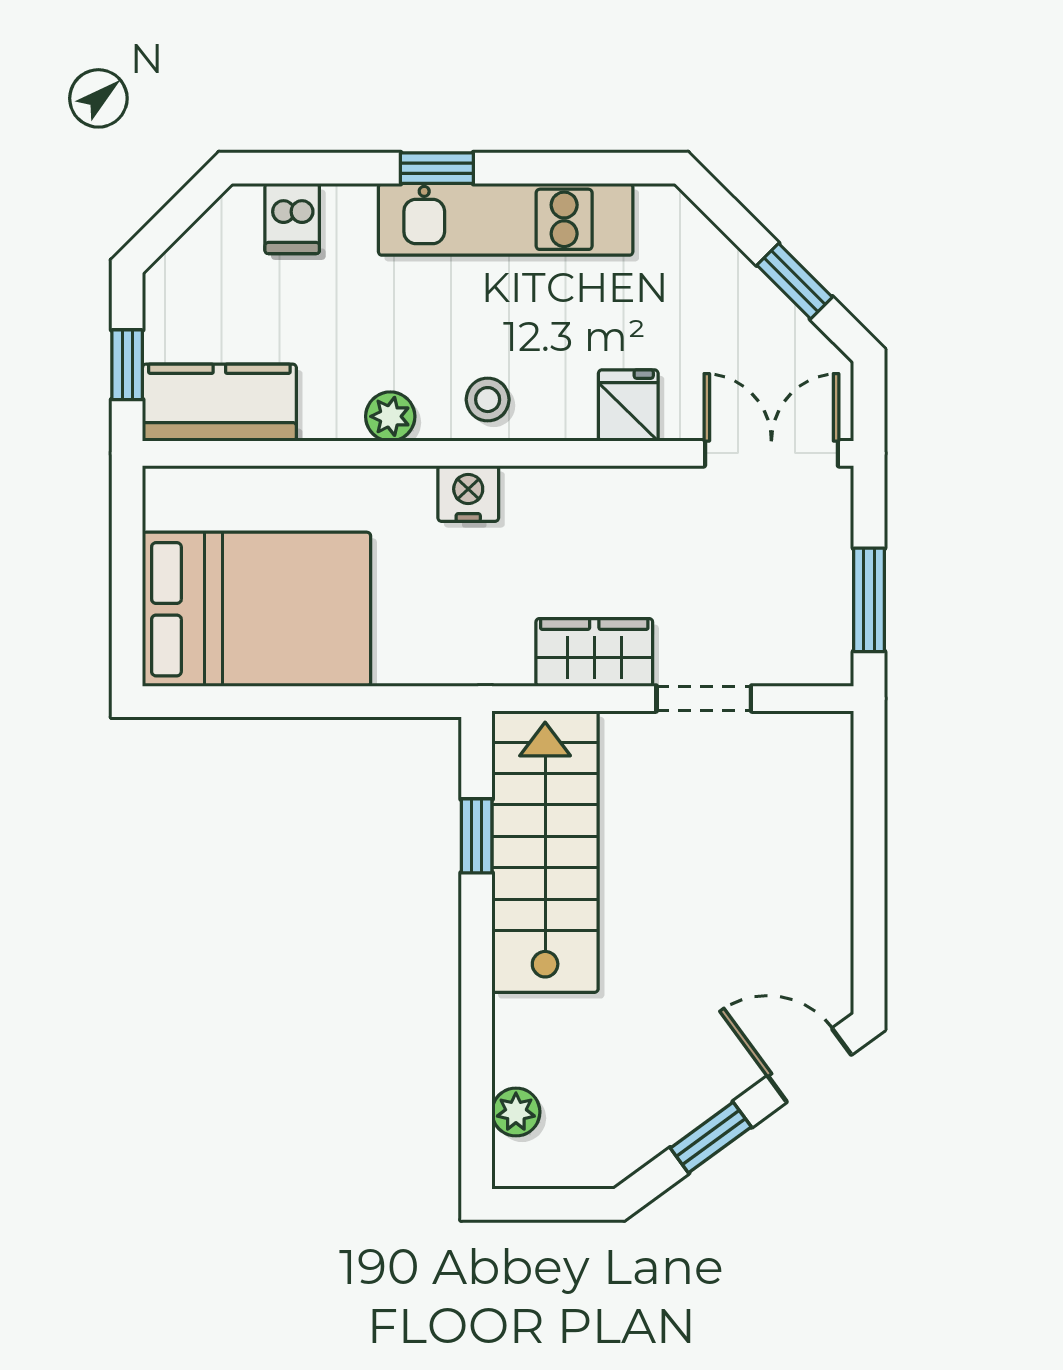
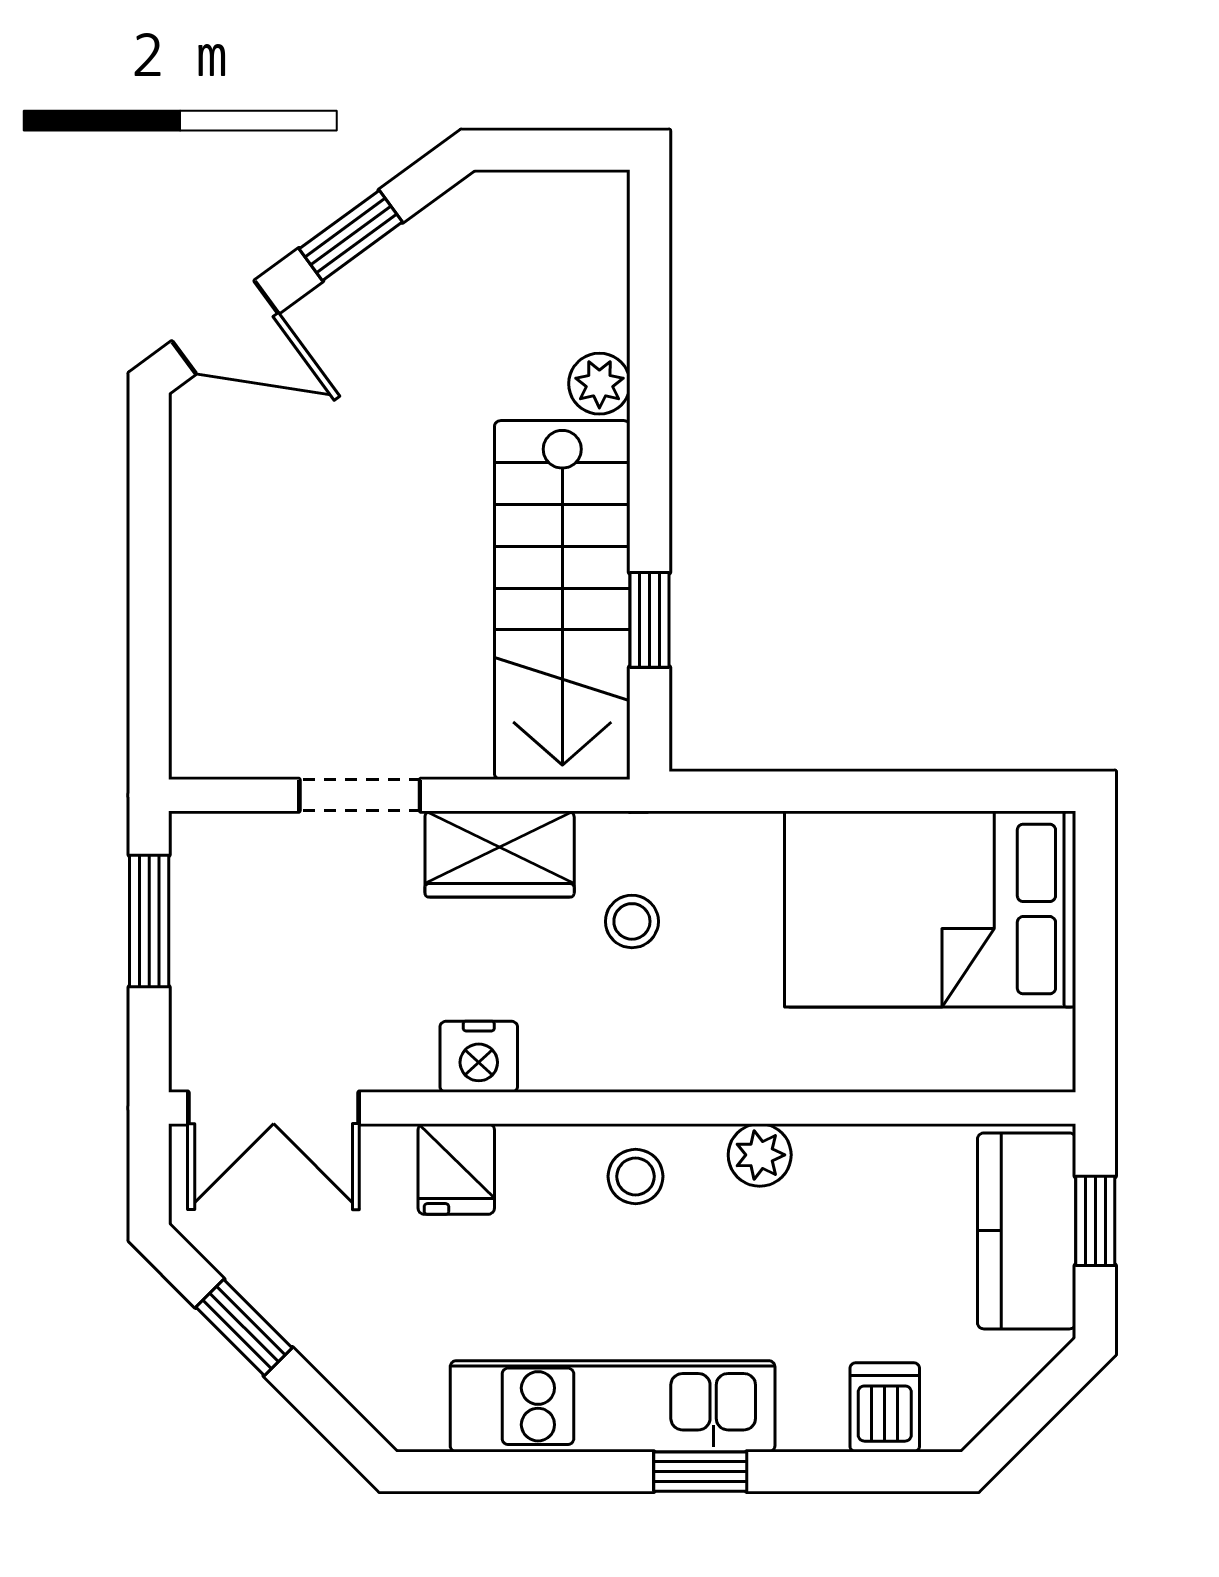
kitchen counter: (219, 403) -> (1027, 1231), moved, turned 90
nightstand: (468, 493) -> (479, 1057), moved
stool: (490, 600) -> (632, 921), added
plant: (516, 1112) -> (599, 384), moved

